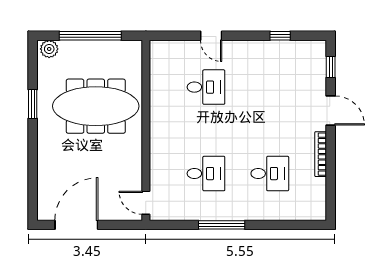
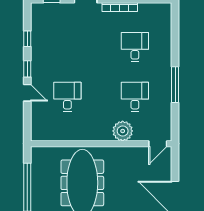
door: (211, 36) -> (27, 93), hinge flipped
window: (242, 36) -> (27, 69), added
plant: (162, 158) -> (123, 131), added

